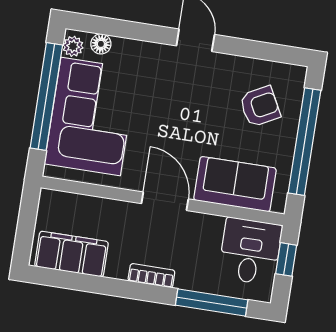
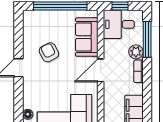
armchair: (260, 106) -> (49, 52), moved
plant: (191, 277) -> (136, 52), added

